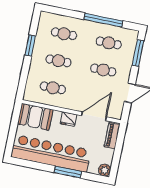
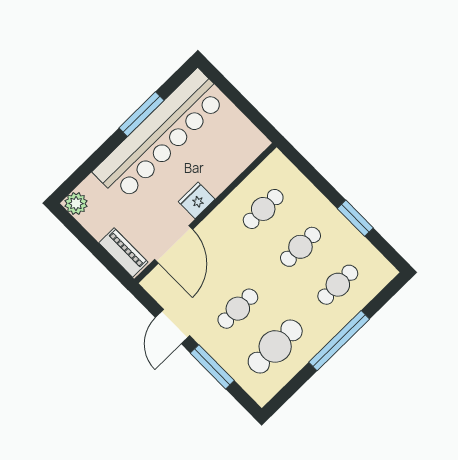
window: (103, 20) -> (339, 341), moved
cafe table: (109, 43) -> (275, 346), width x1.37, depth x1.35
window: (138, 53) -> (212, 367), moved
booth: (35, 117) -> (236, 150), removed
window: (68, 172) -> (141, 114), moved

